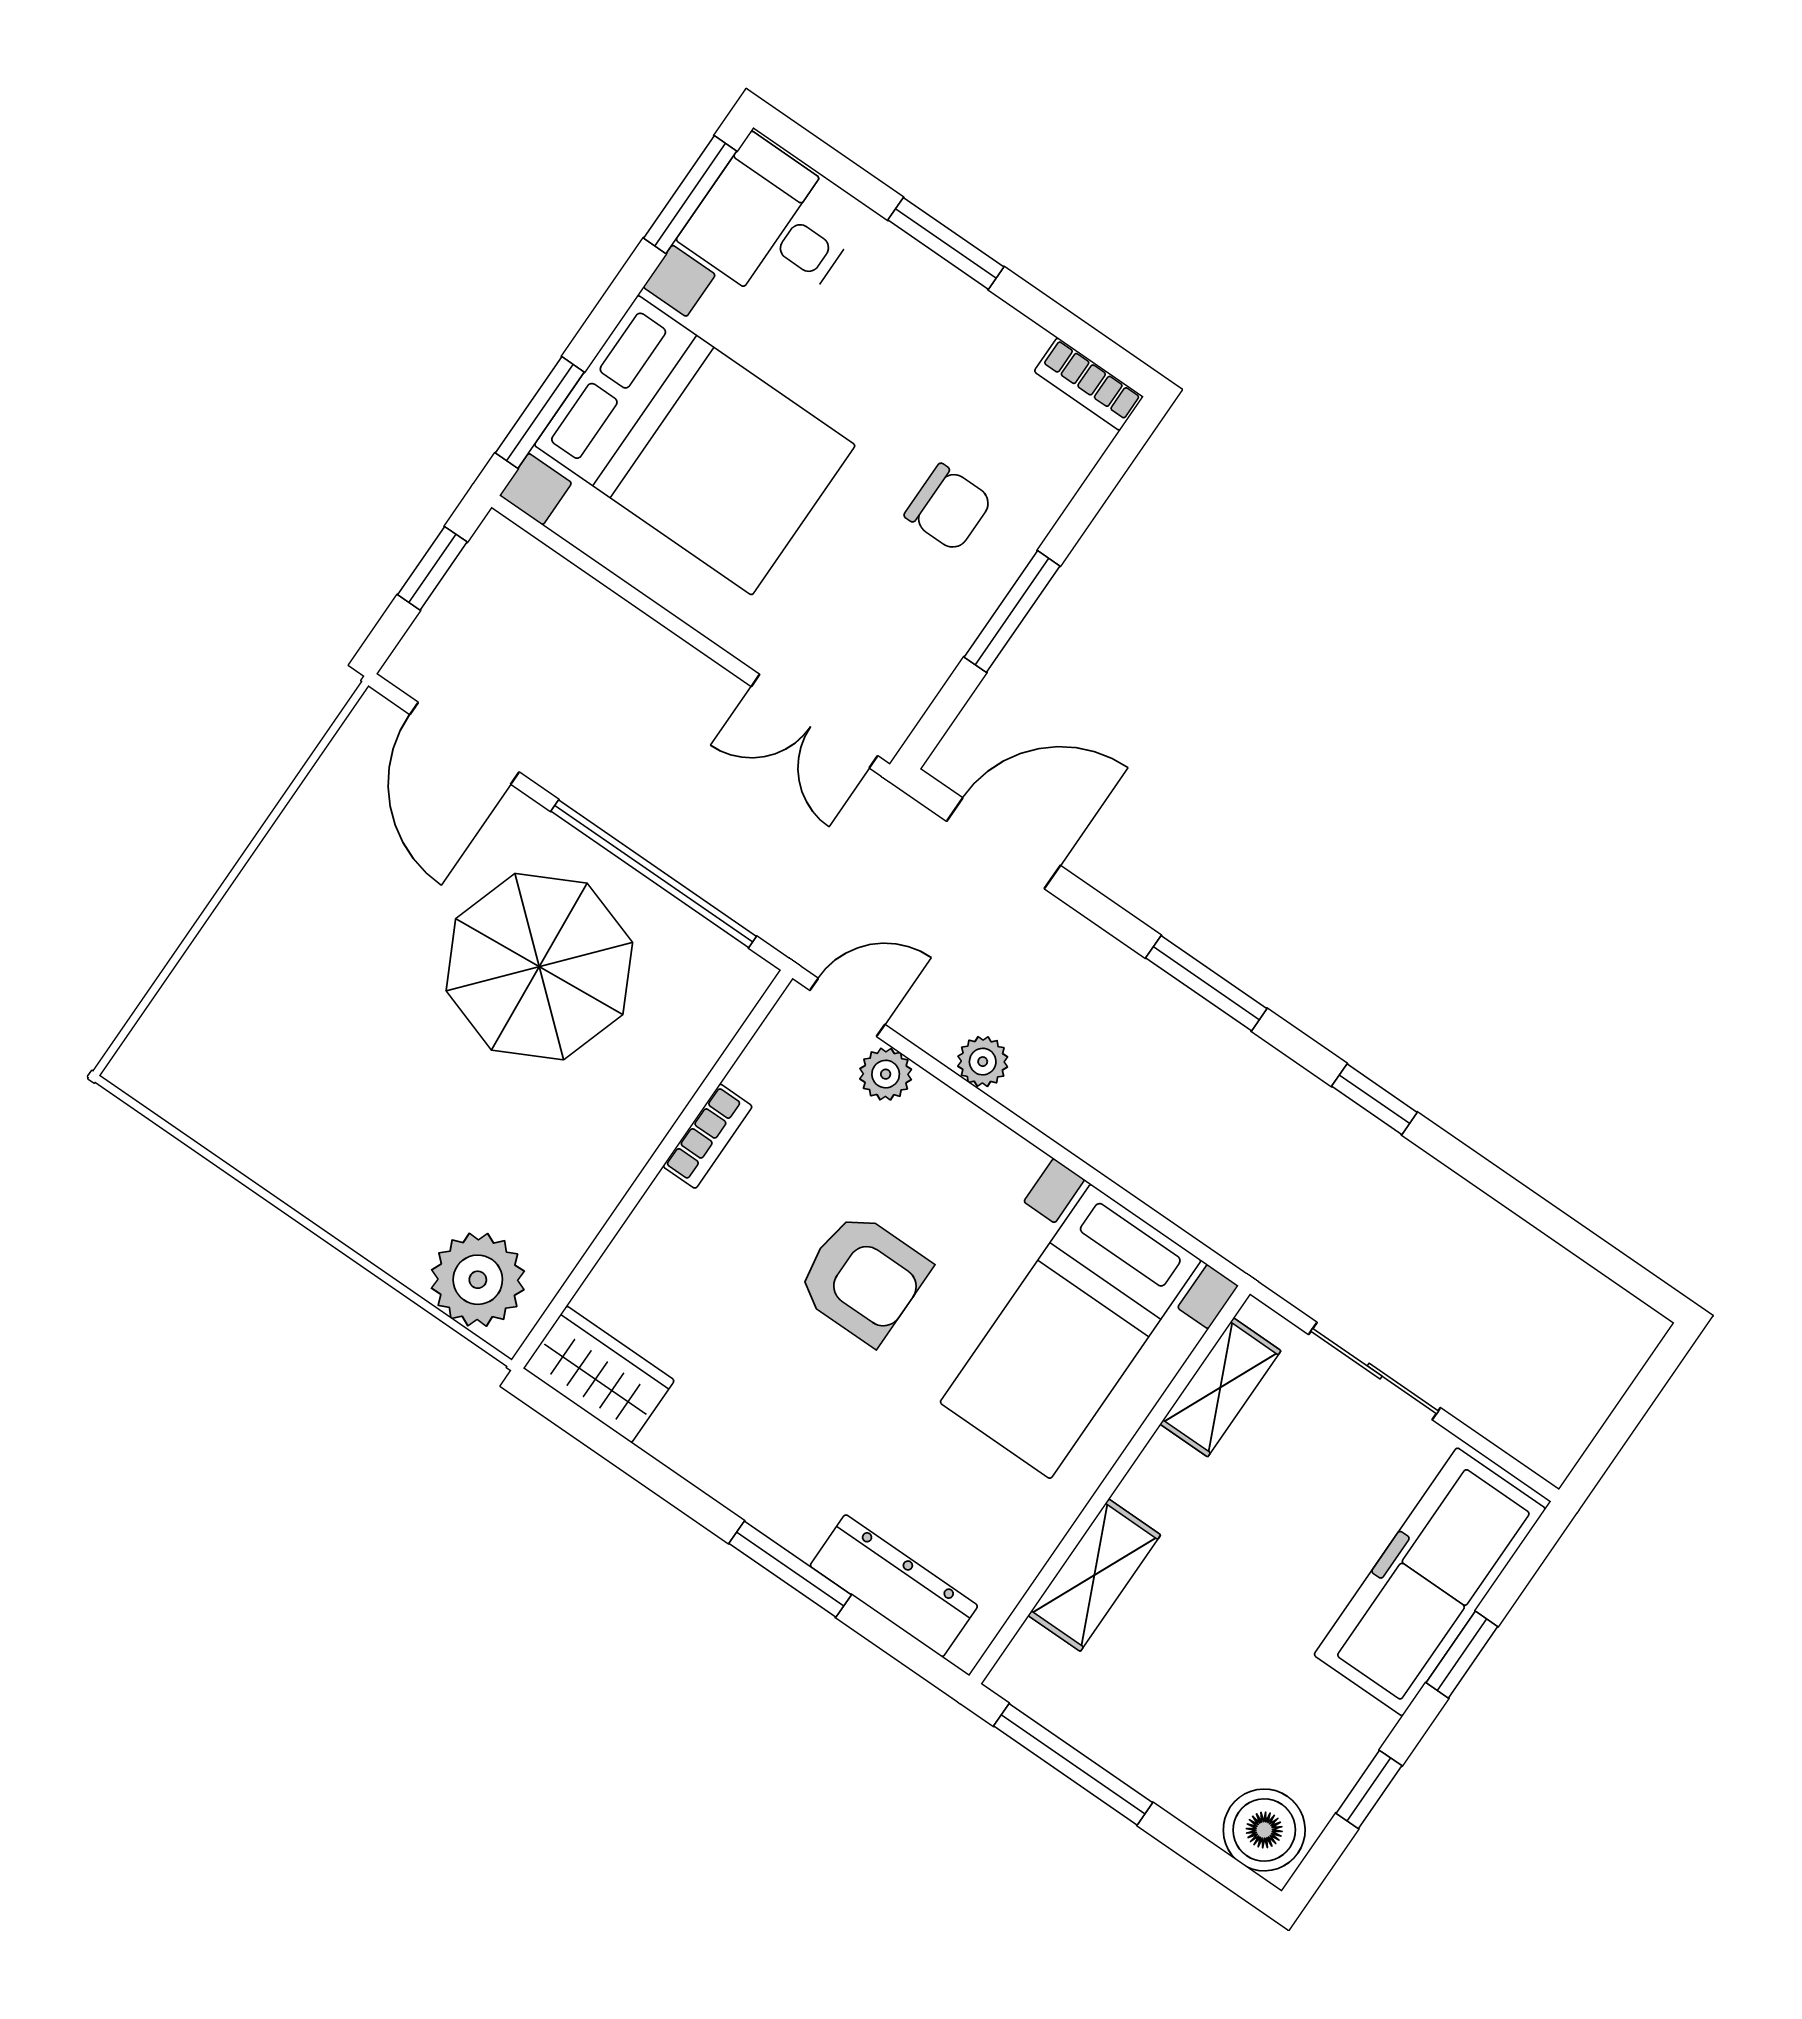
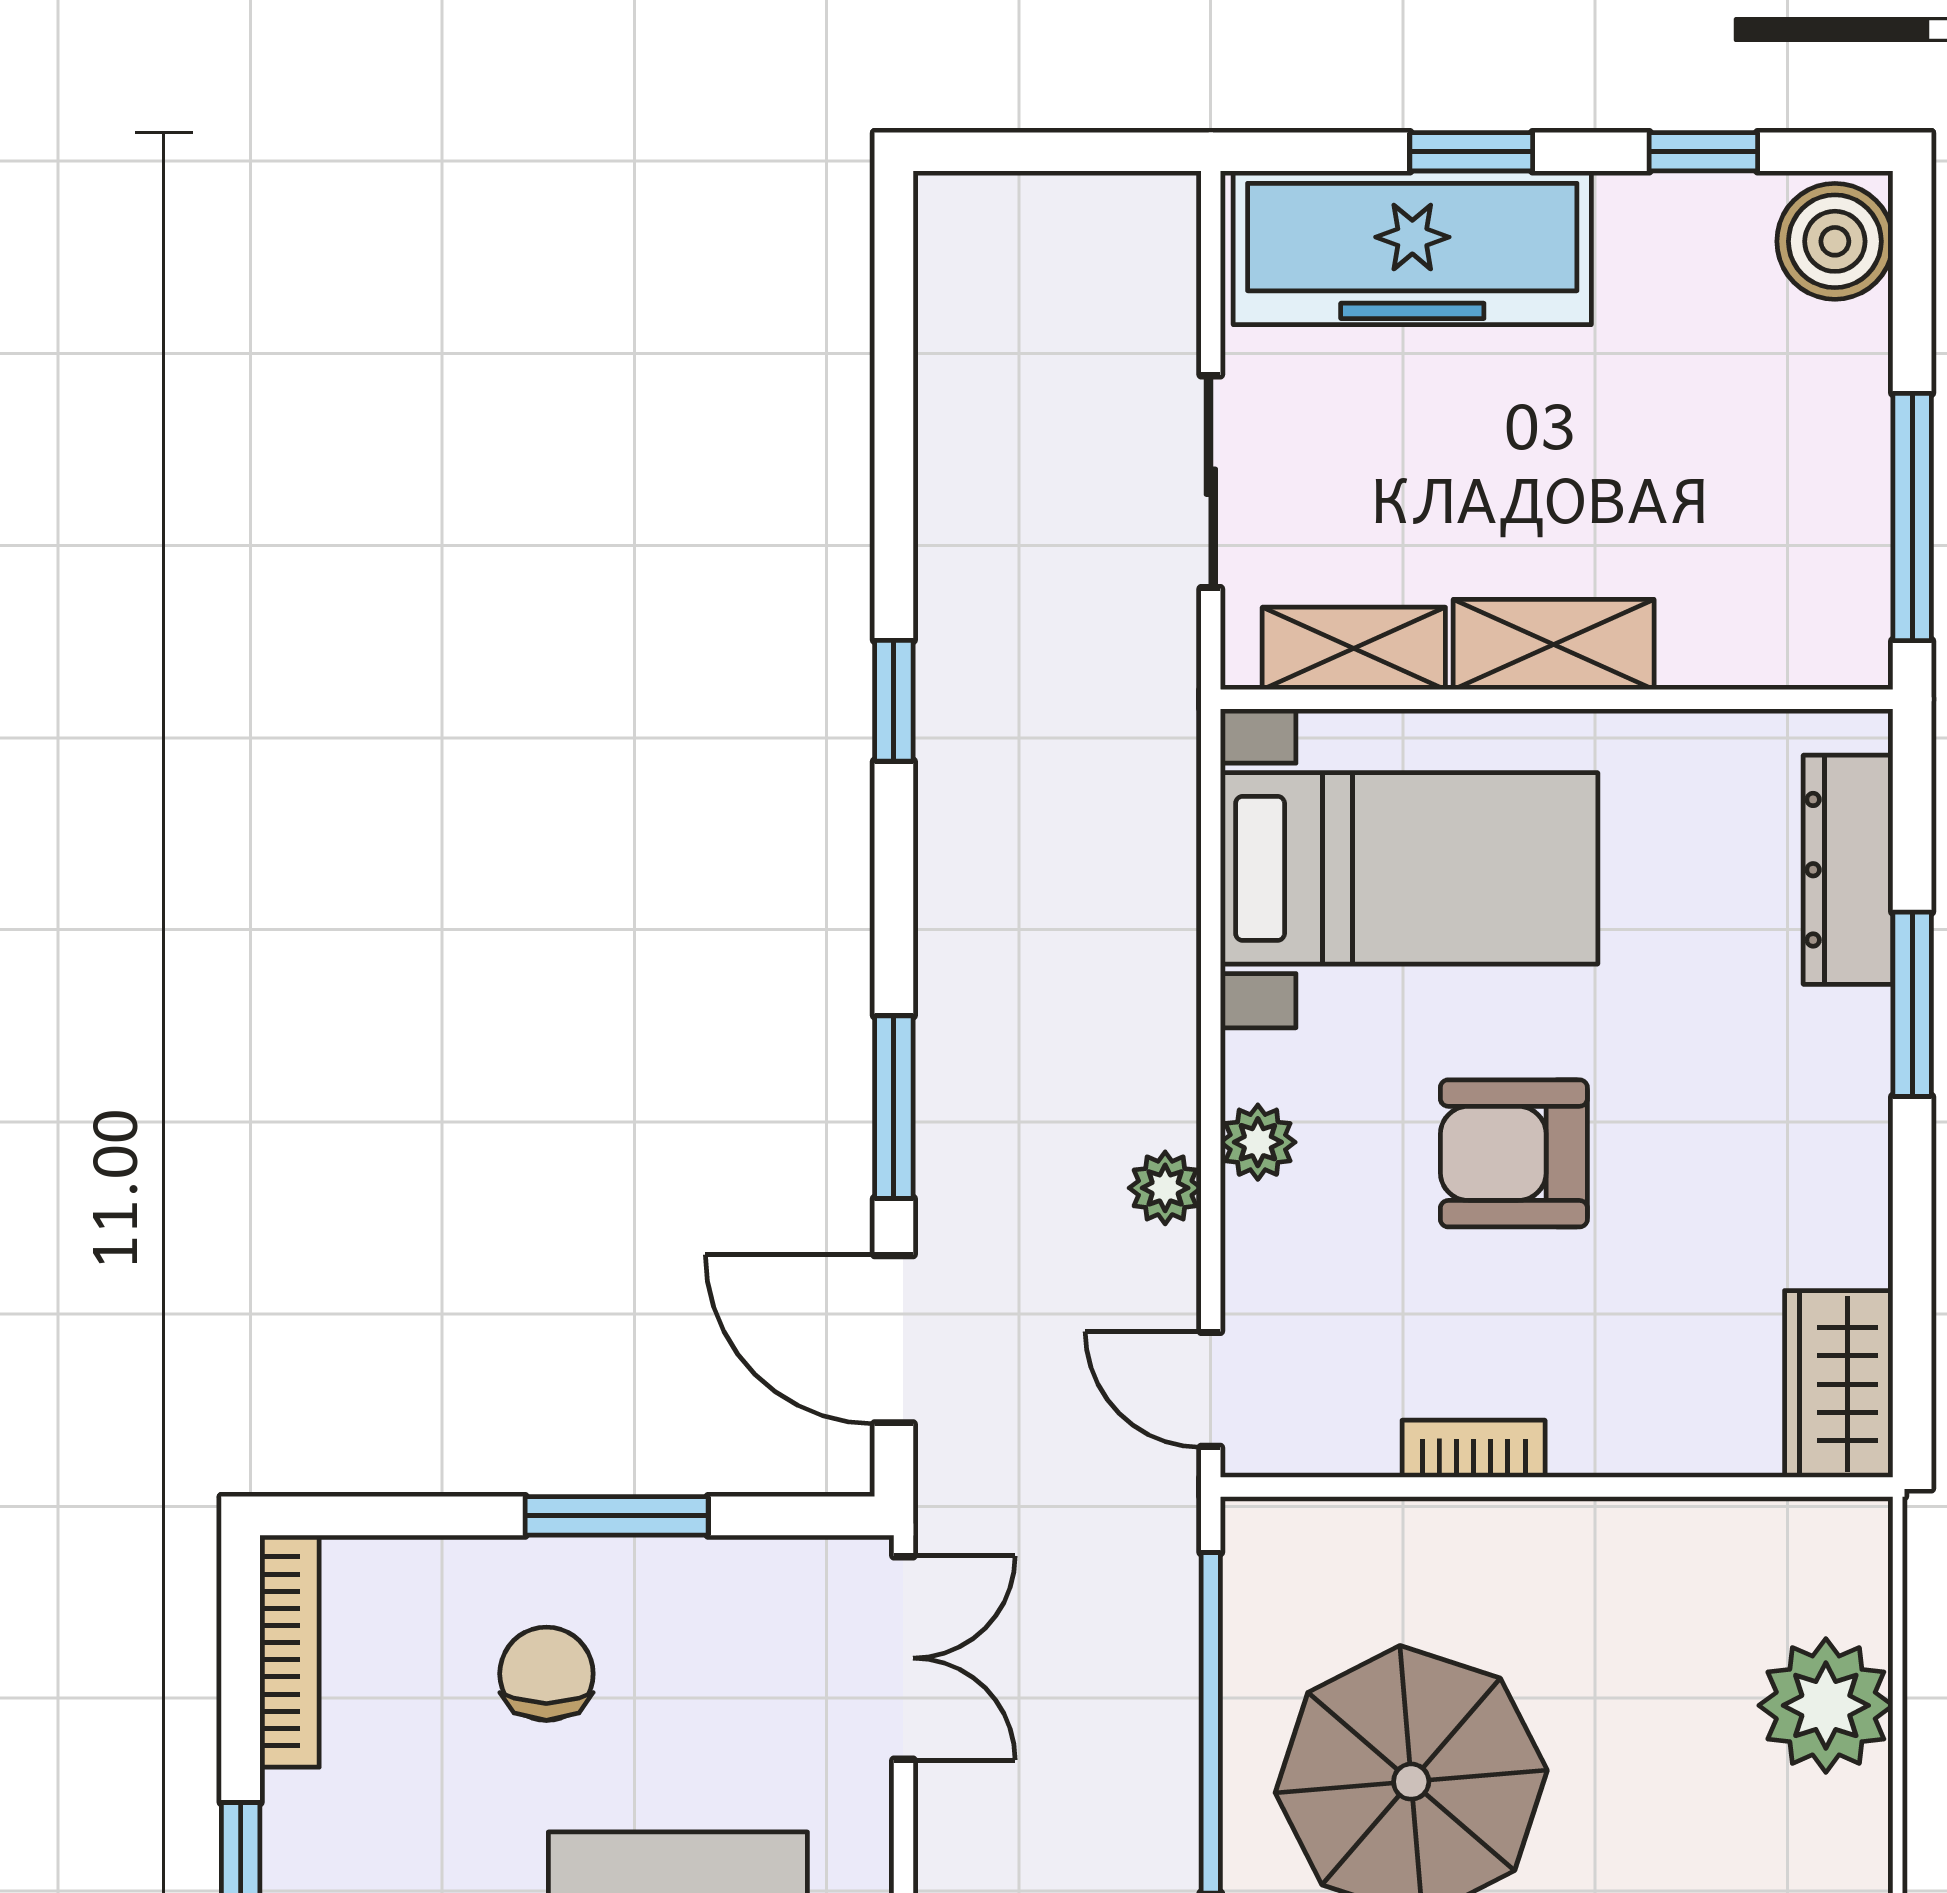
bookcase: (1089, 384) -> (290, 1651), width x1.56
window: (1206, 983) -> (894, 1107), moved
plant: (886, 1074) -> (1258, 1142), moved
armchair: (863, 1278) -> (1514, 1153), turned -90
plant: (478, 1280) -> (1826, 1705), moved
shelving: (1094, 1575) -> (1554, 645), moved

